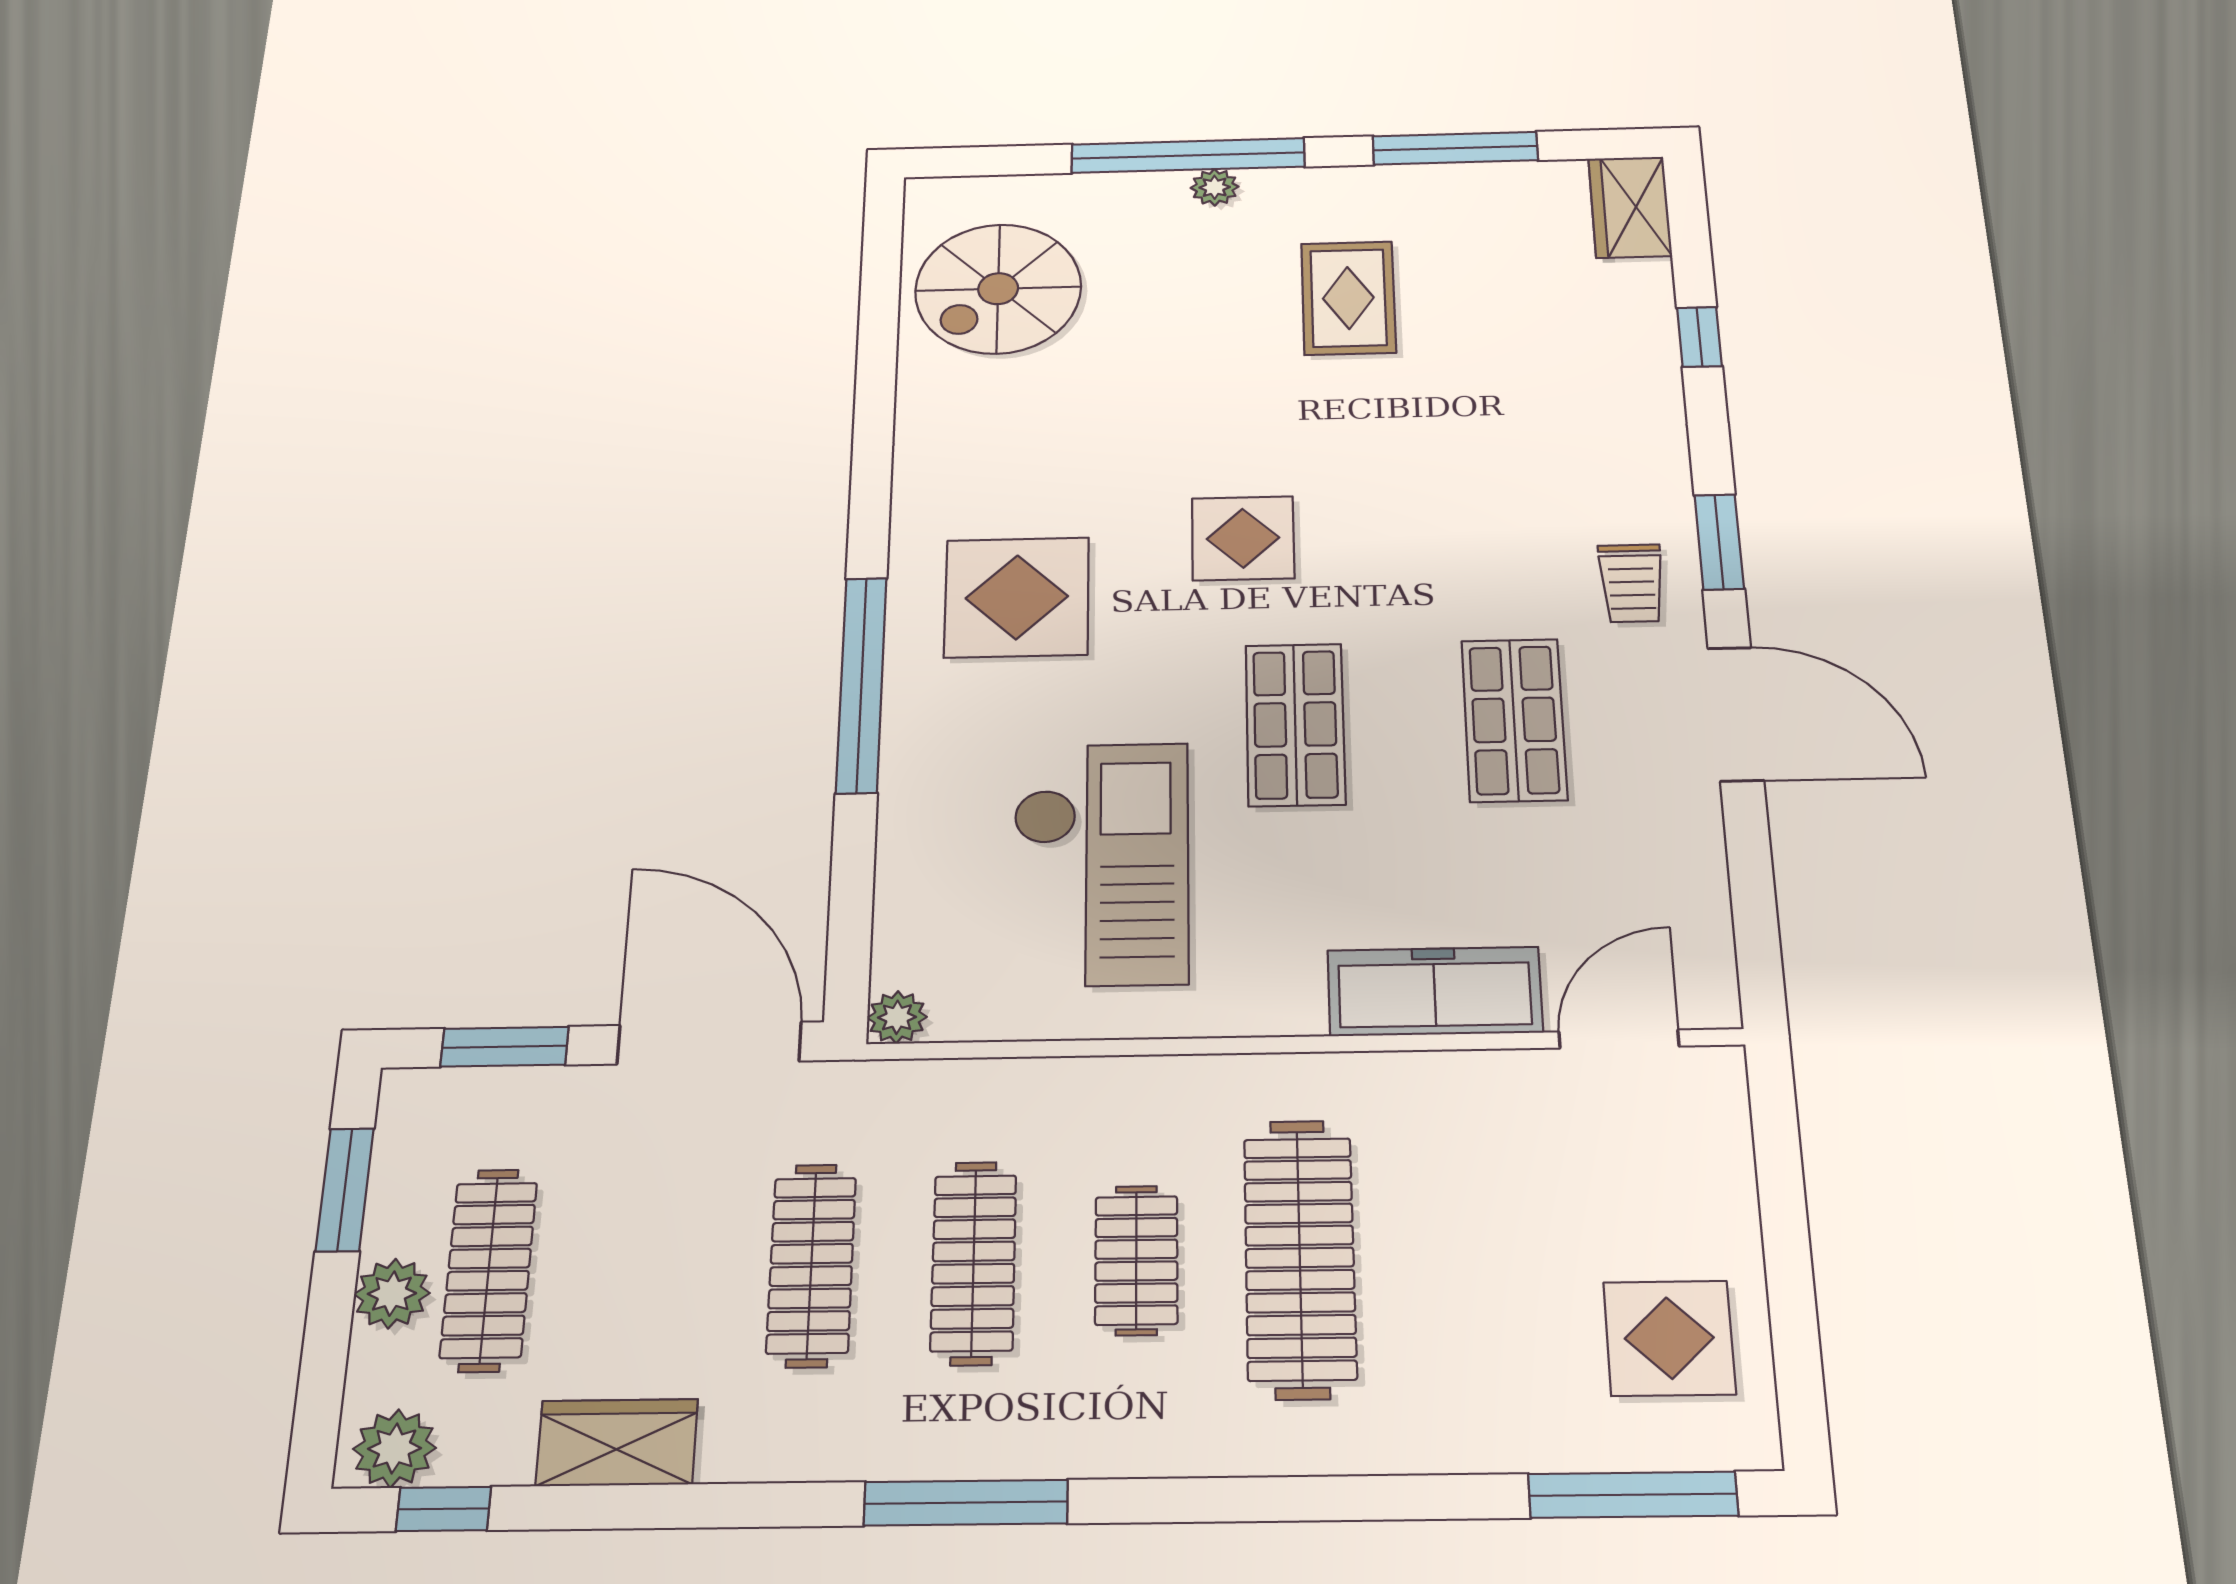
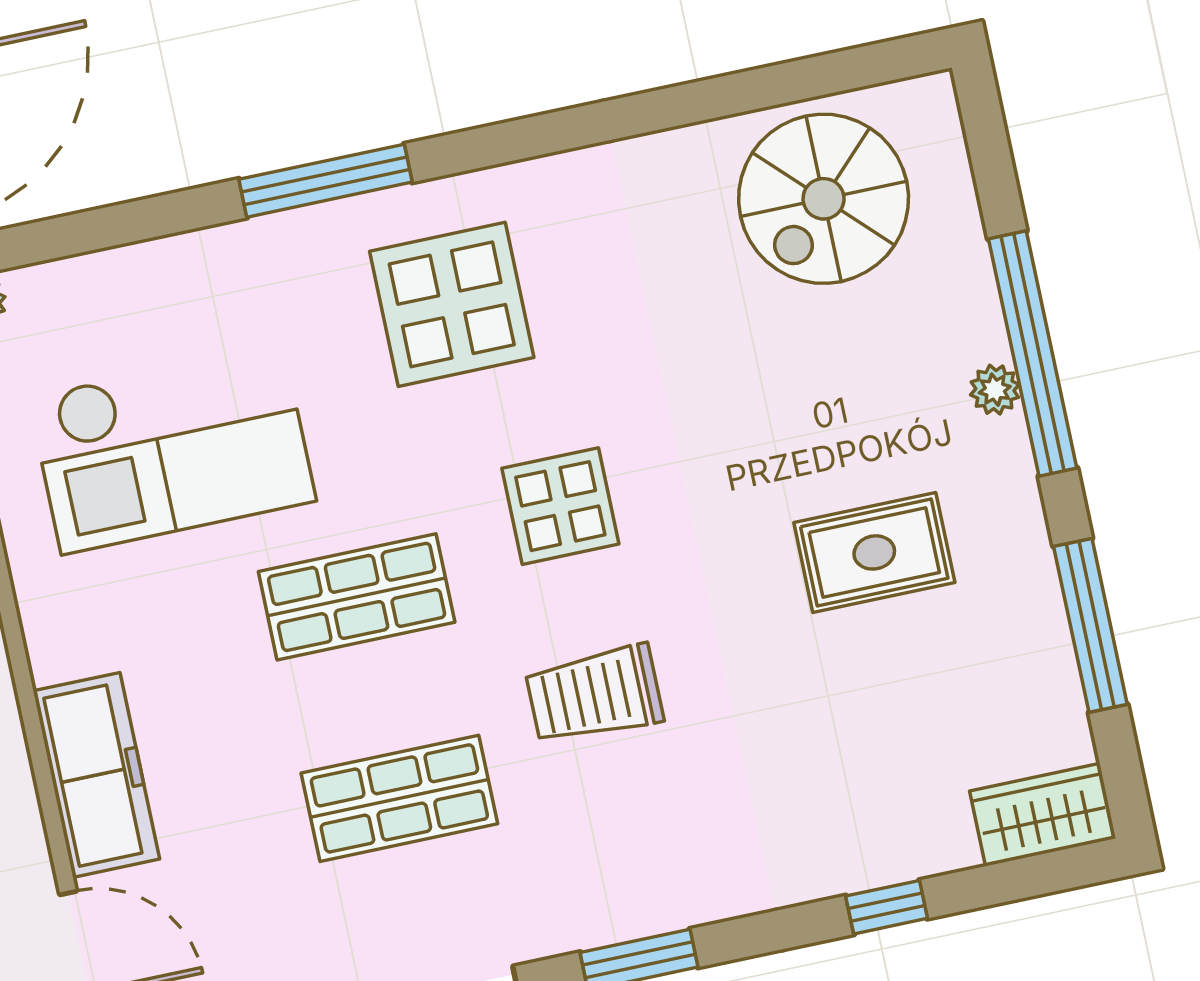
spiral stairs: (998, 289) -> (824, 199), turned -90
trolley: (1632, 583) -> (594, 695), moved, width x1.36, depth x1.39
window: (861, 684) -> (325, 181), width x0.68

